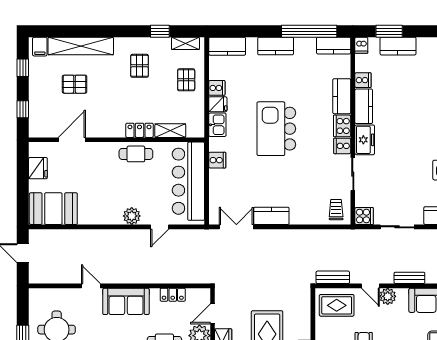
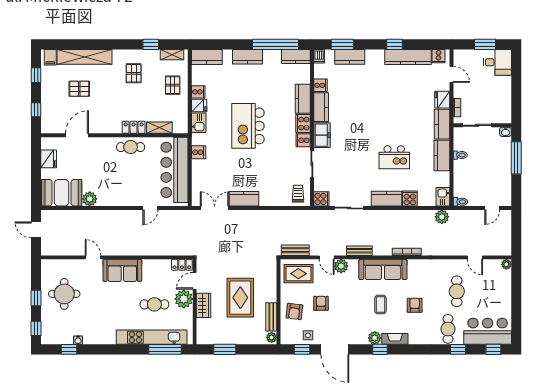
plant: (132, 216) -> (90, 199), moved
locker: (173, 295) -> (182, 265), moved

